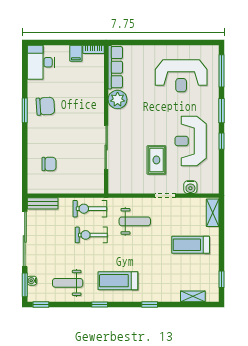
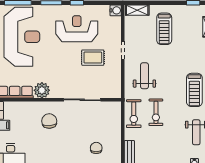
reception desk: (181, 76) -> (22, 37), width x1.36, depth x1.30
chair: (45, 106) -> (49, 121), moved
reception desk: (191, 141) -> (77, 29), turned 180
water cooler: (190, 187) -> (116, 10), moved

